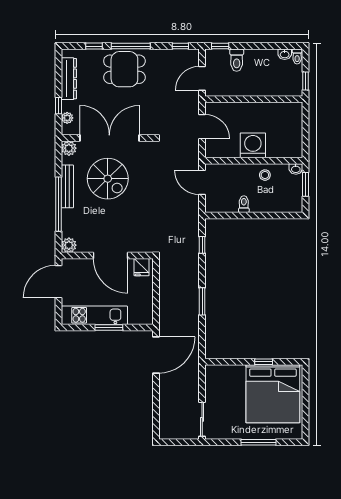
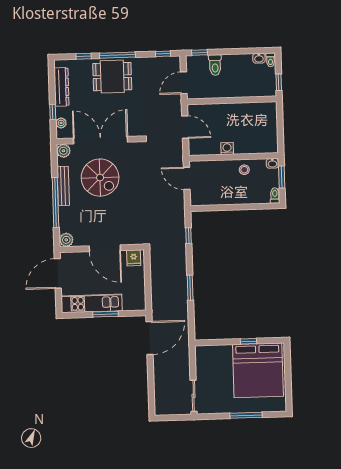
washing machine: (253, 145) -> (227, 148), width x0.53, depth x0.53
toilet: (244, 204) -> (275, 195), moved

